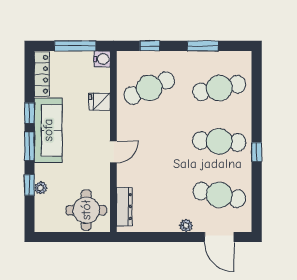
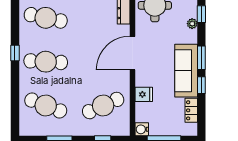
locker: (42, 74) -> (191, 110), width x0.66
cafe table: (219, 88) -> (46, 106), turned 33
door: (113, 152) -> (133, 53), width x1.87
window: (29, 185) -> (201, 14), moved

